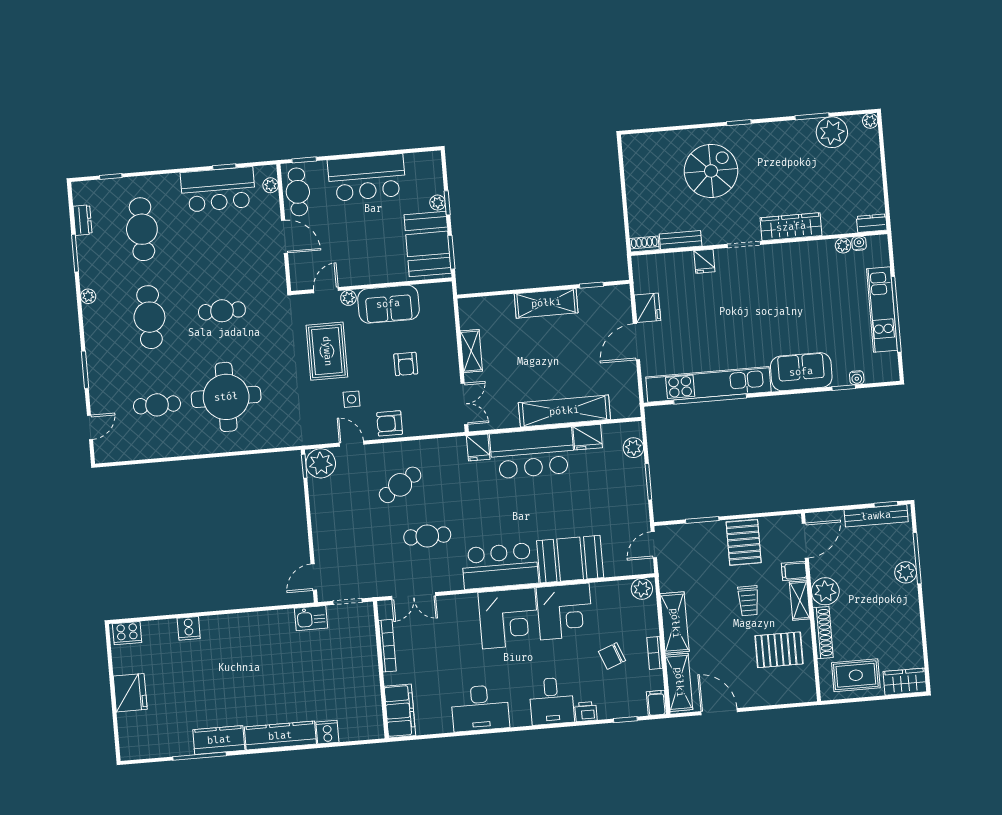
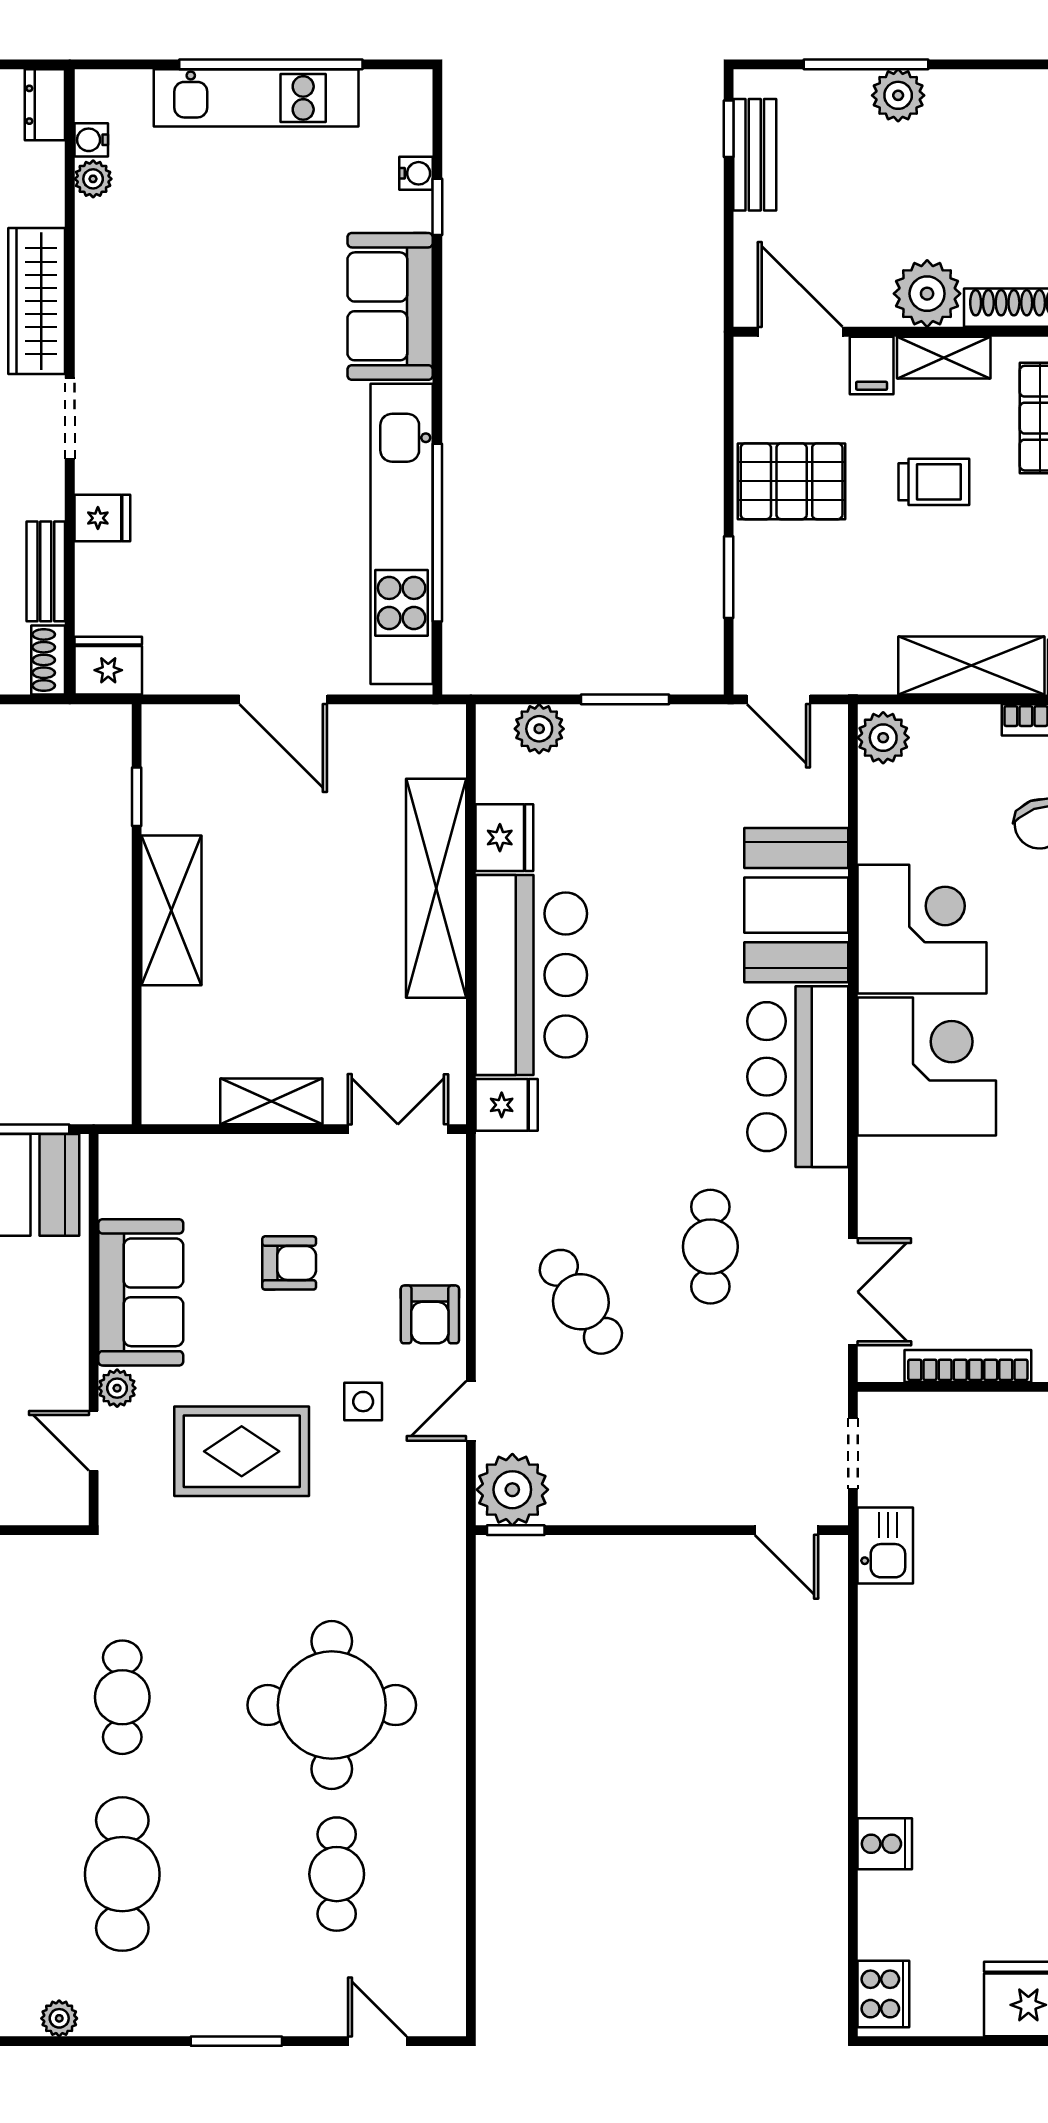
fridge: (647, 308) -> (108, 666), moved
cafe table: (149, 317) -> (122, 1874), turned 90
bench: (876, 516) -> (755, 155), width x0.73

